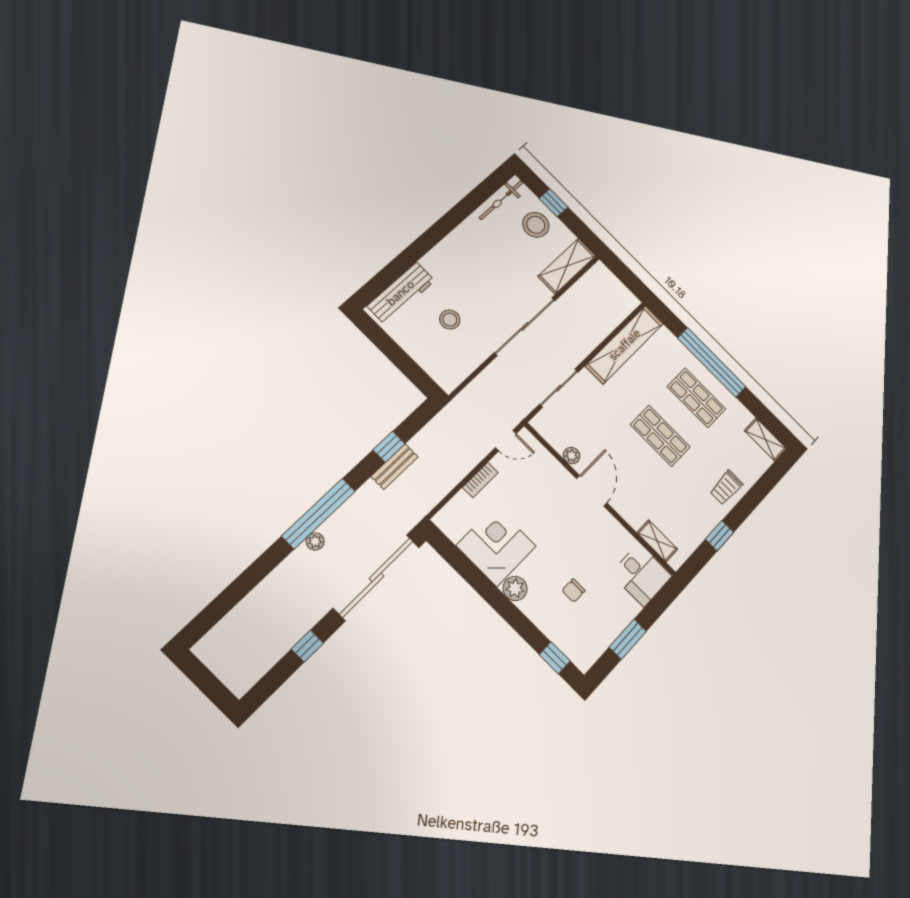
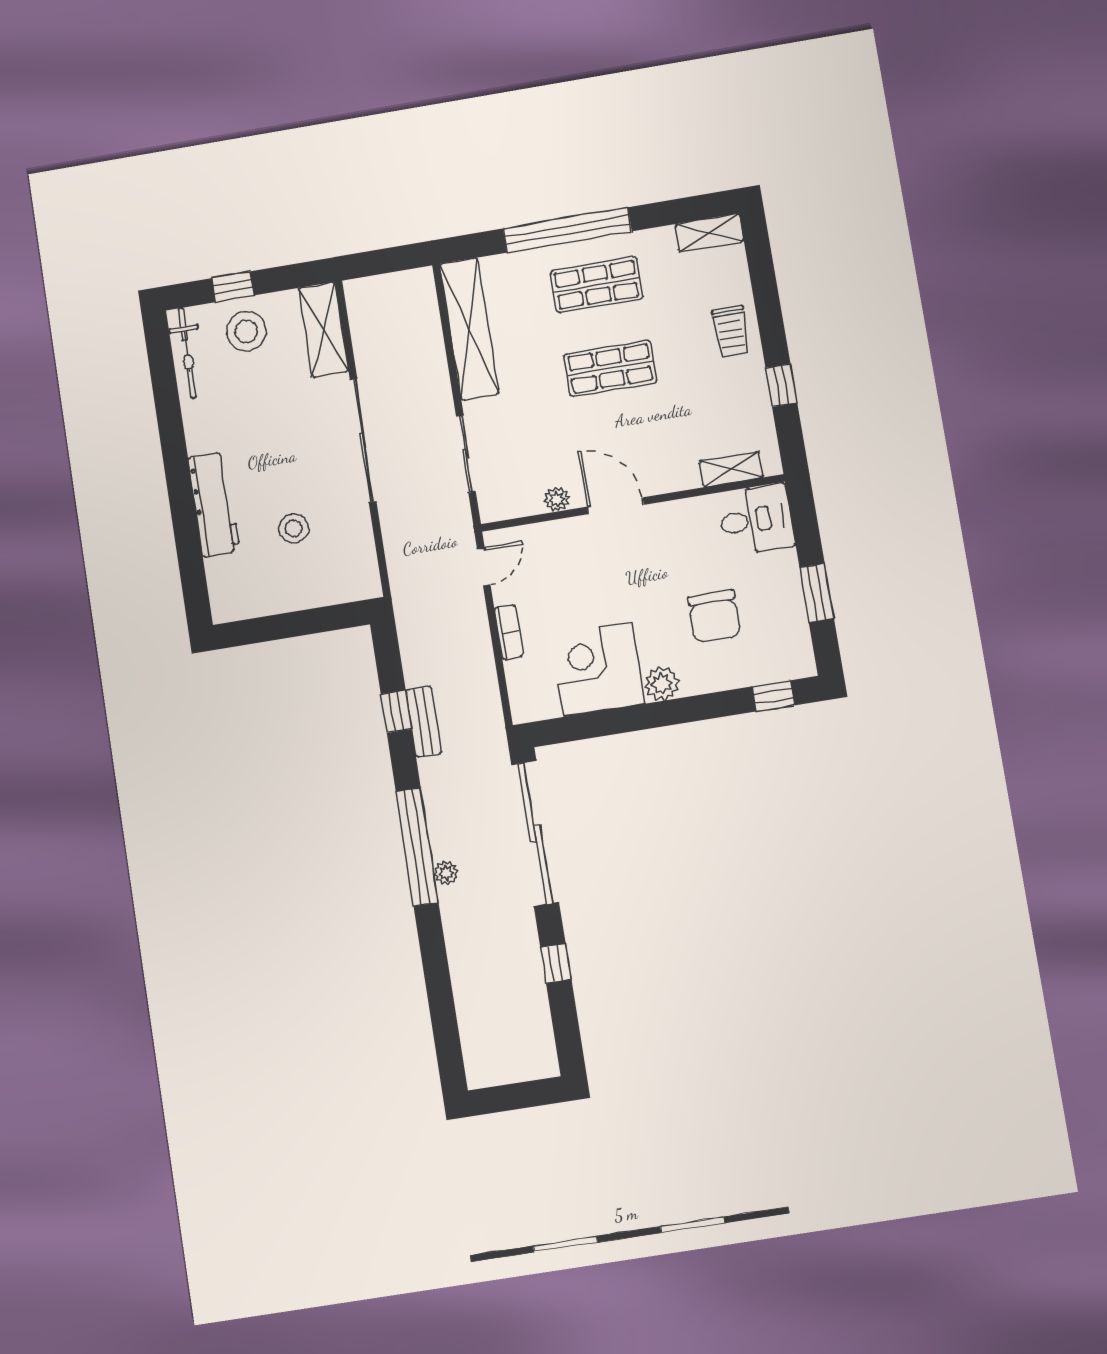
workbench: (401, 293) -> (214, 504), moved
chair: (574, 591) -> (714, 616), width x1.87, depth x1.87

